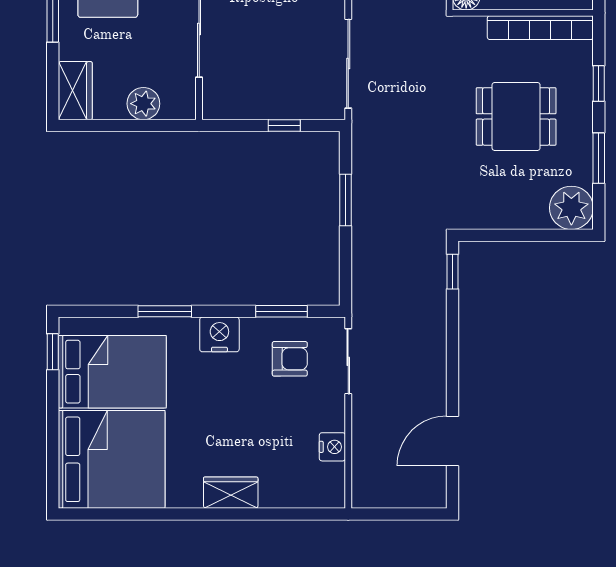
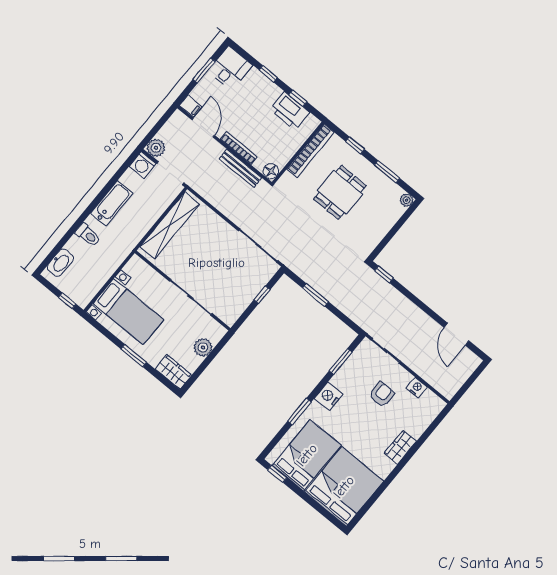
plant: (571, 208) -> (407, 200), width x0.53, depth x0.53
armchair: (290, 359) -> (382, 394), moved

